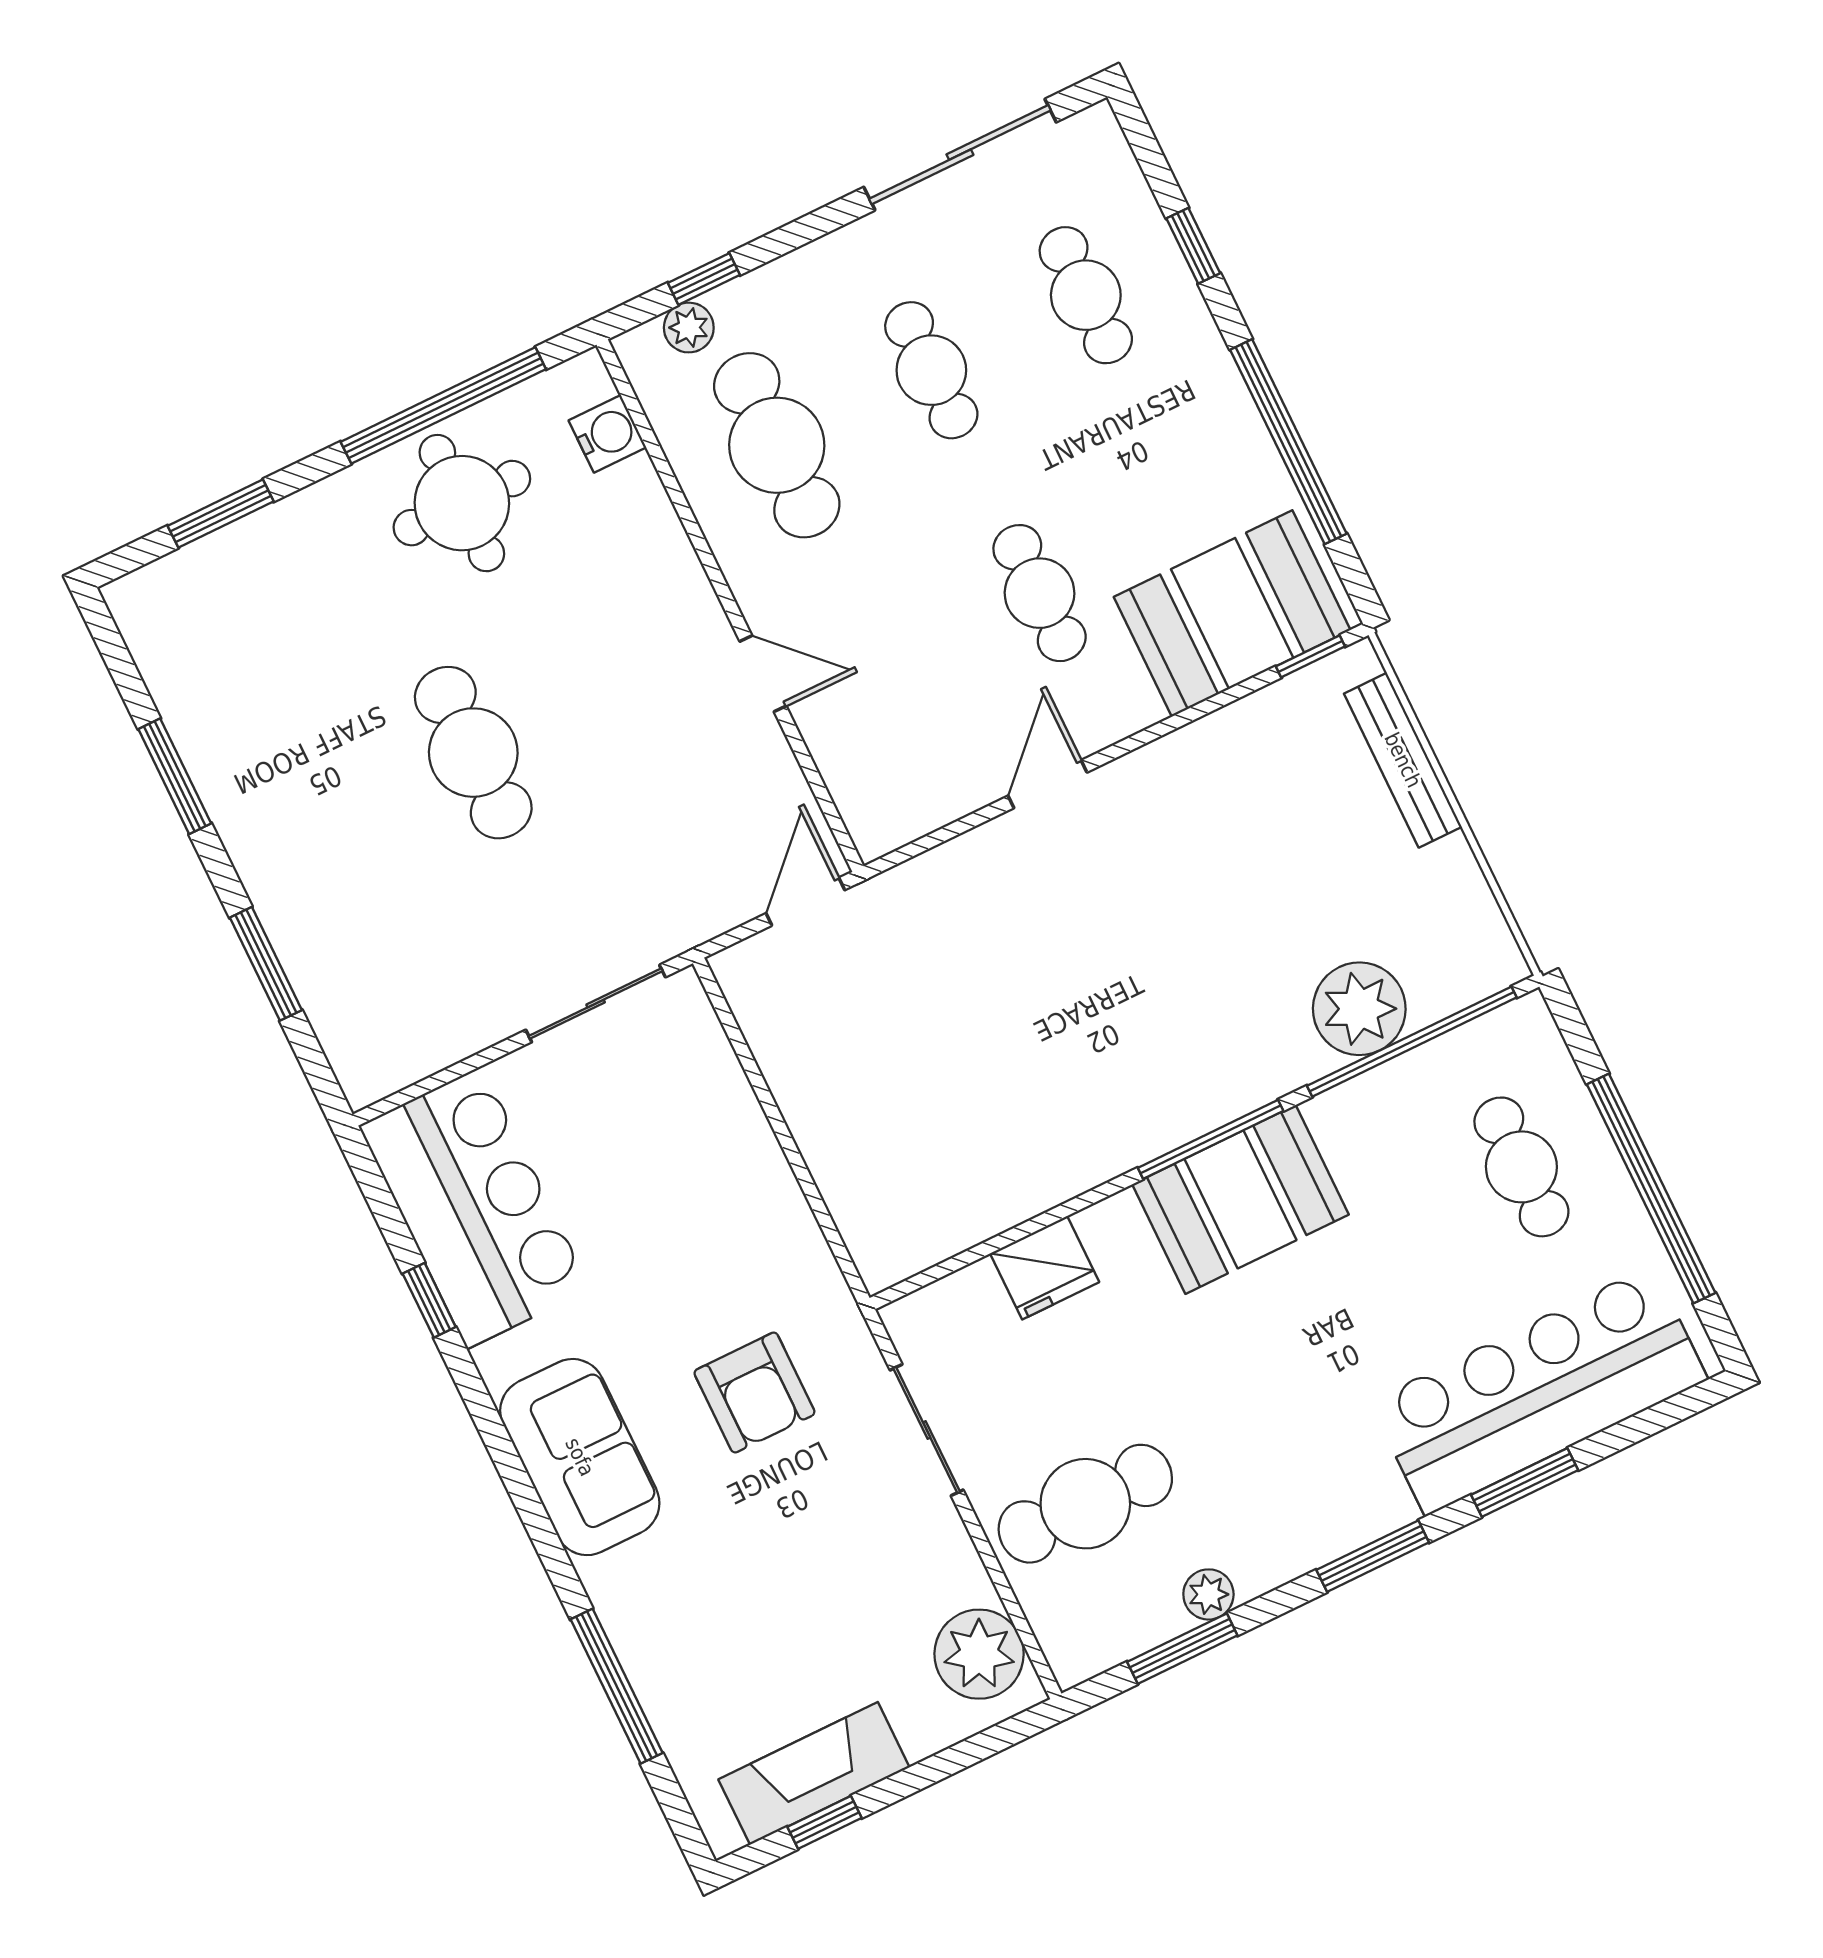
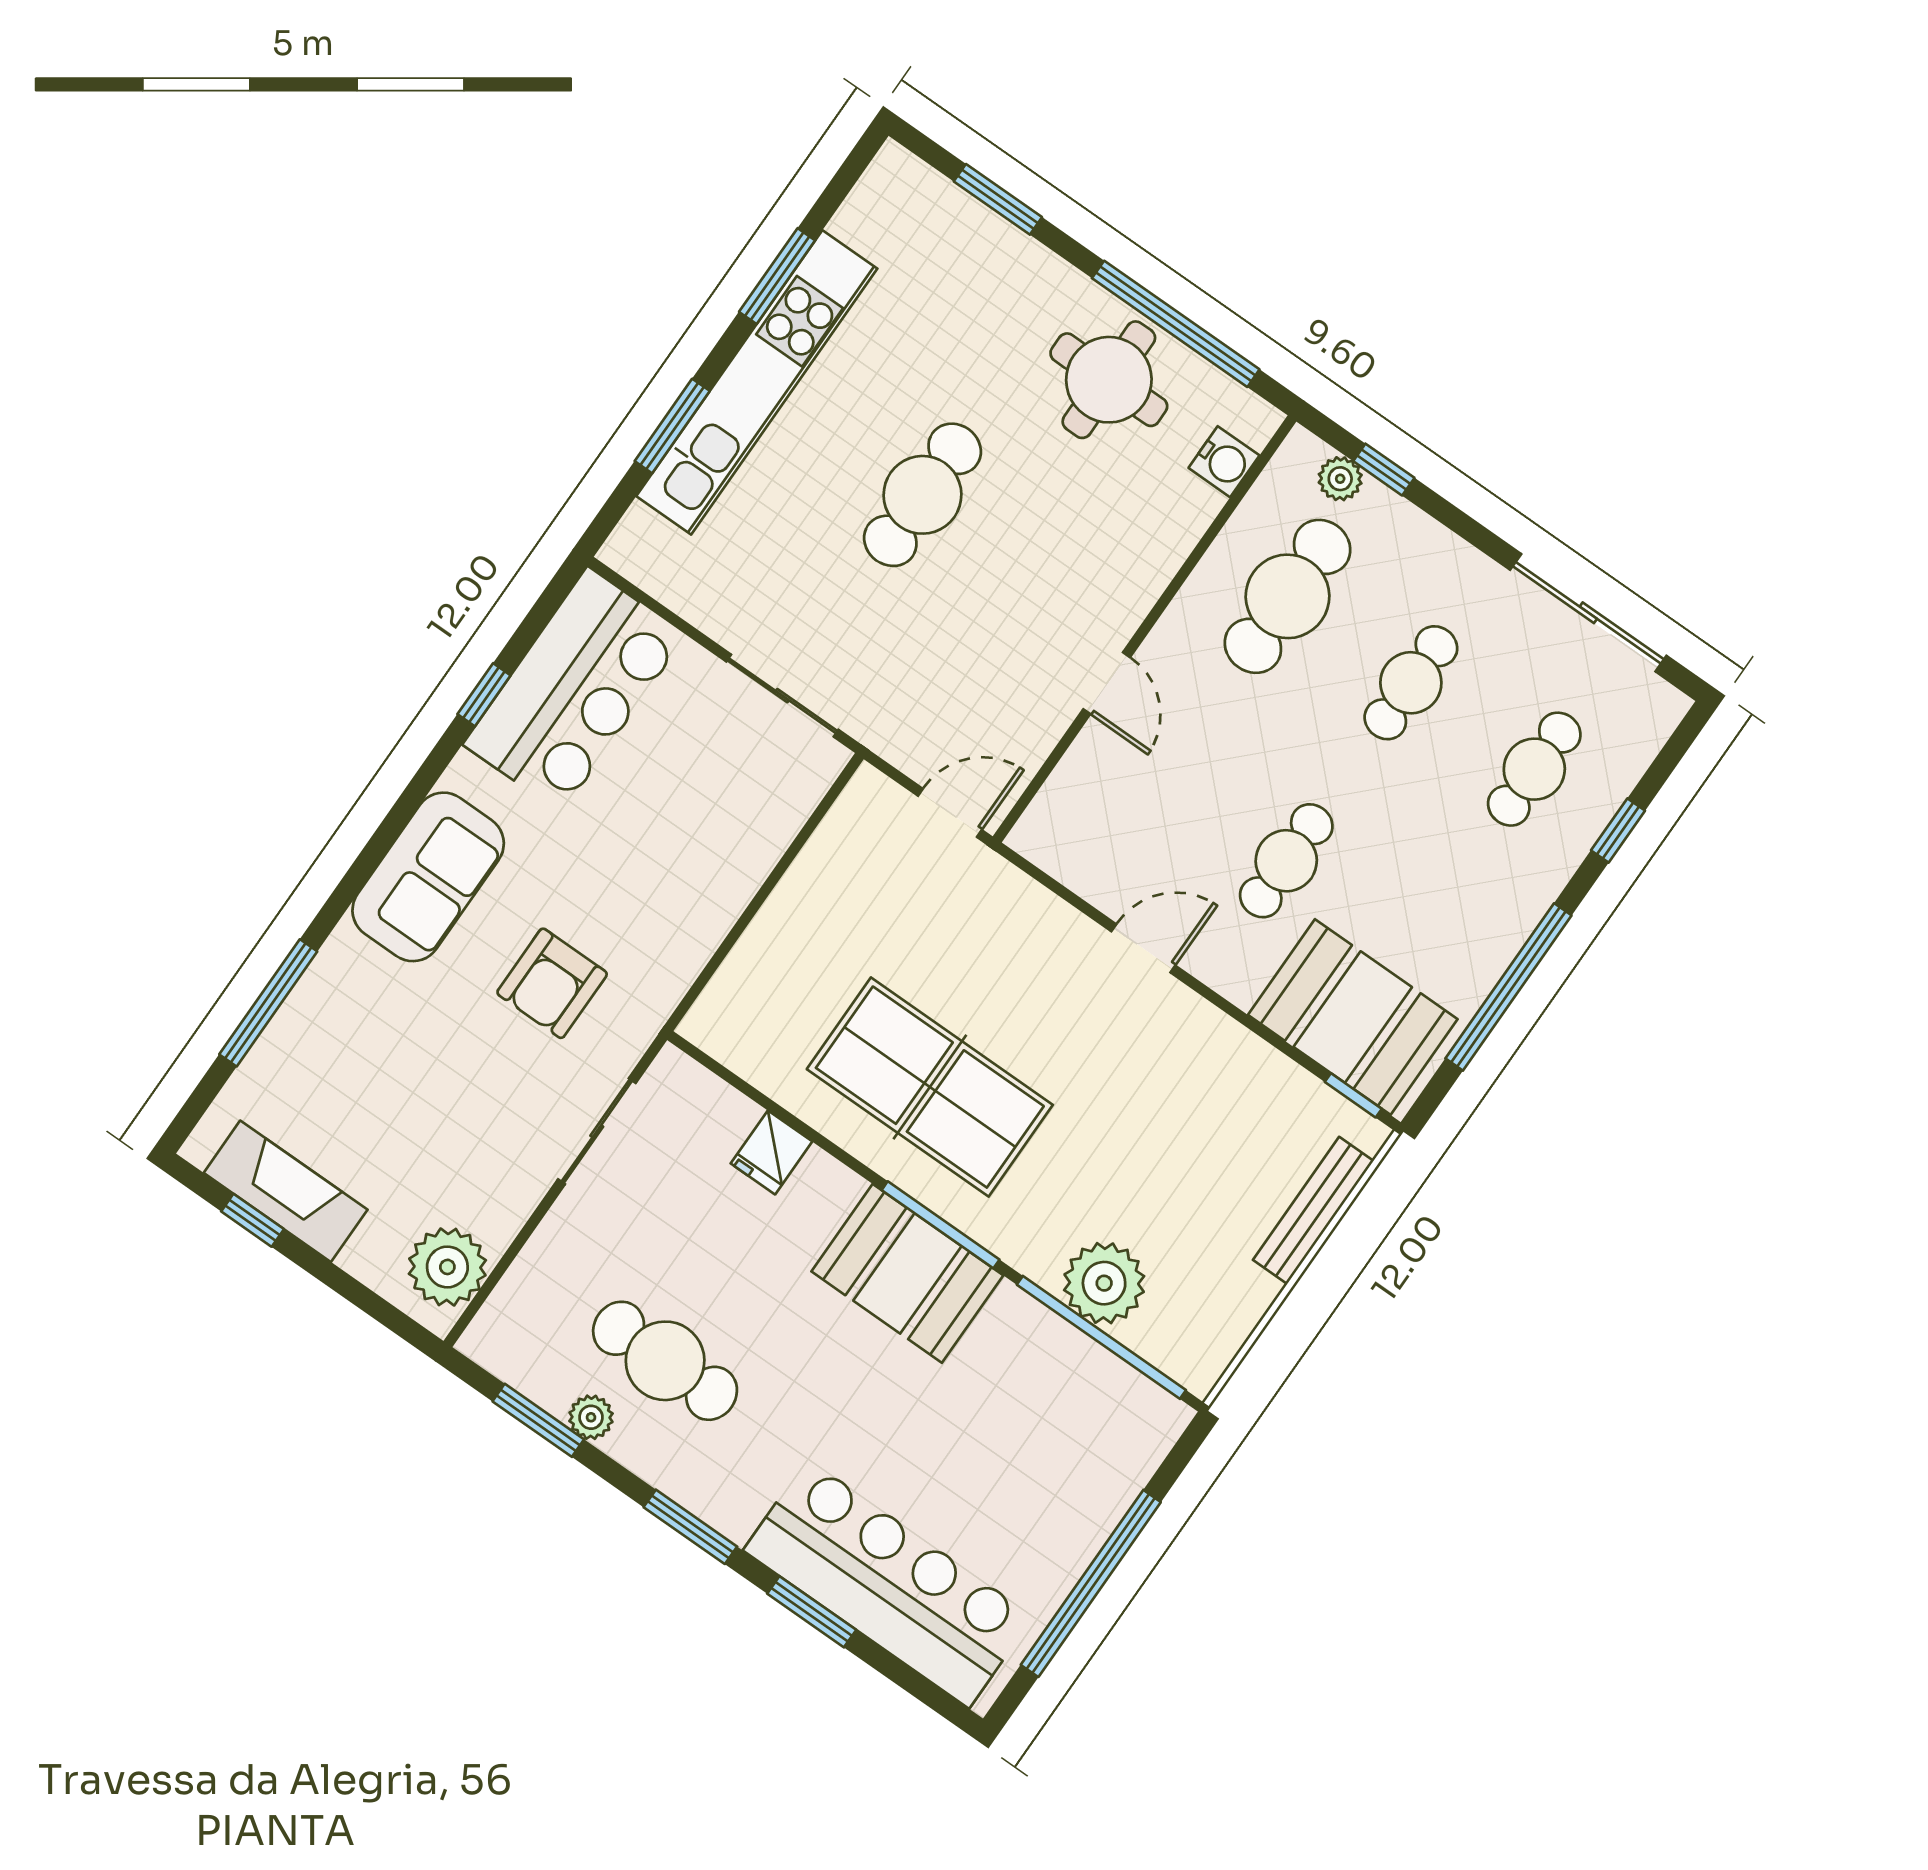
kitchen unit: (269, 855) -> (757, 382), added
table tennis table: (1067, 1074) -> (930, 1087), added
cafe table: (1521, 1167) -> (1052, 1475), removed
fridge: (1045, 1268) -> (771, 1152), width x0.72
cafe table: (1085, 1504) -> (665, 1361), moved

